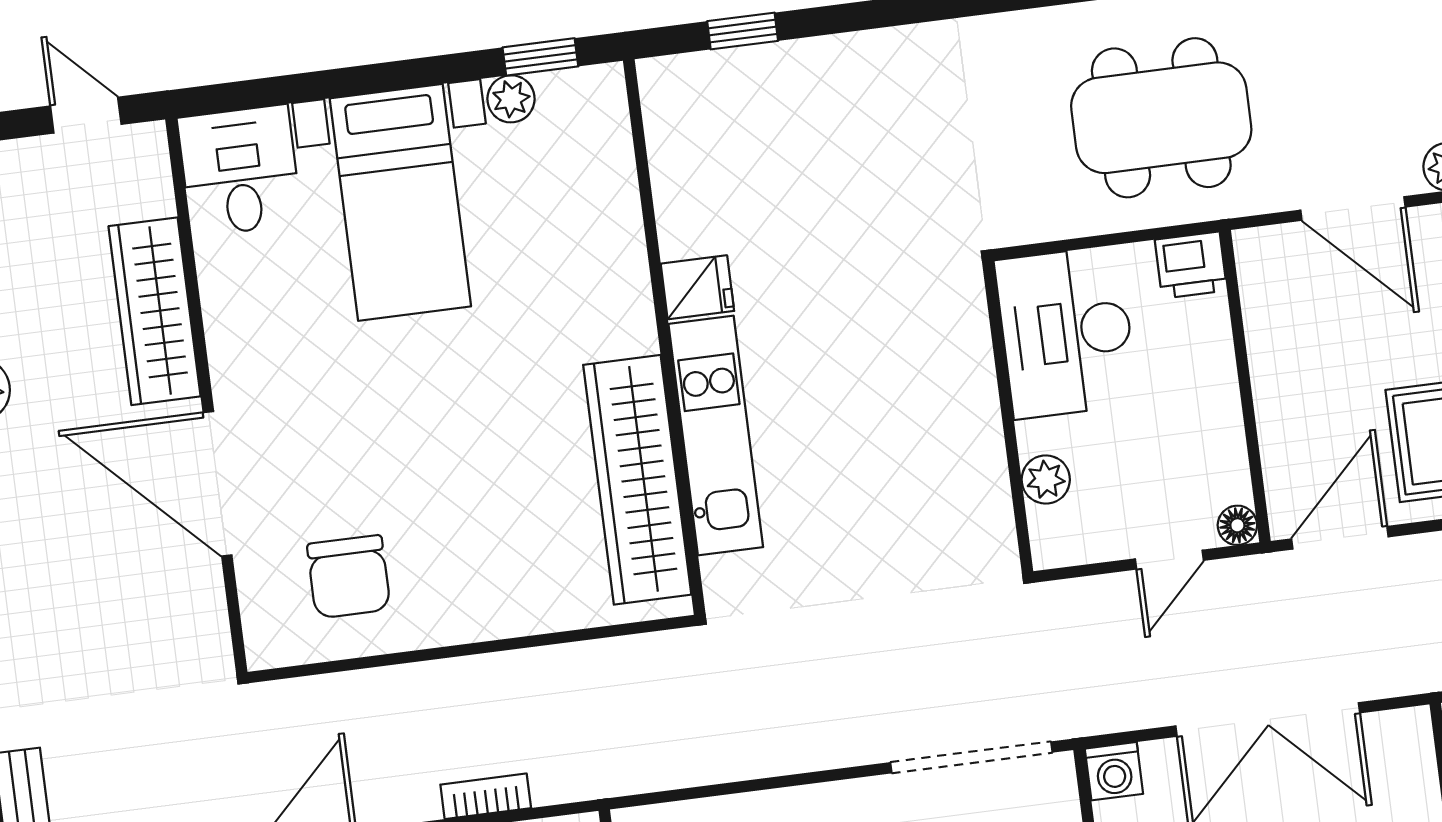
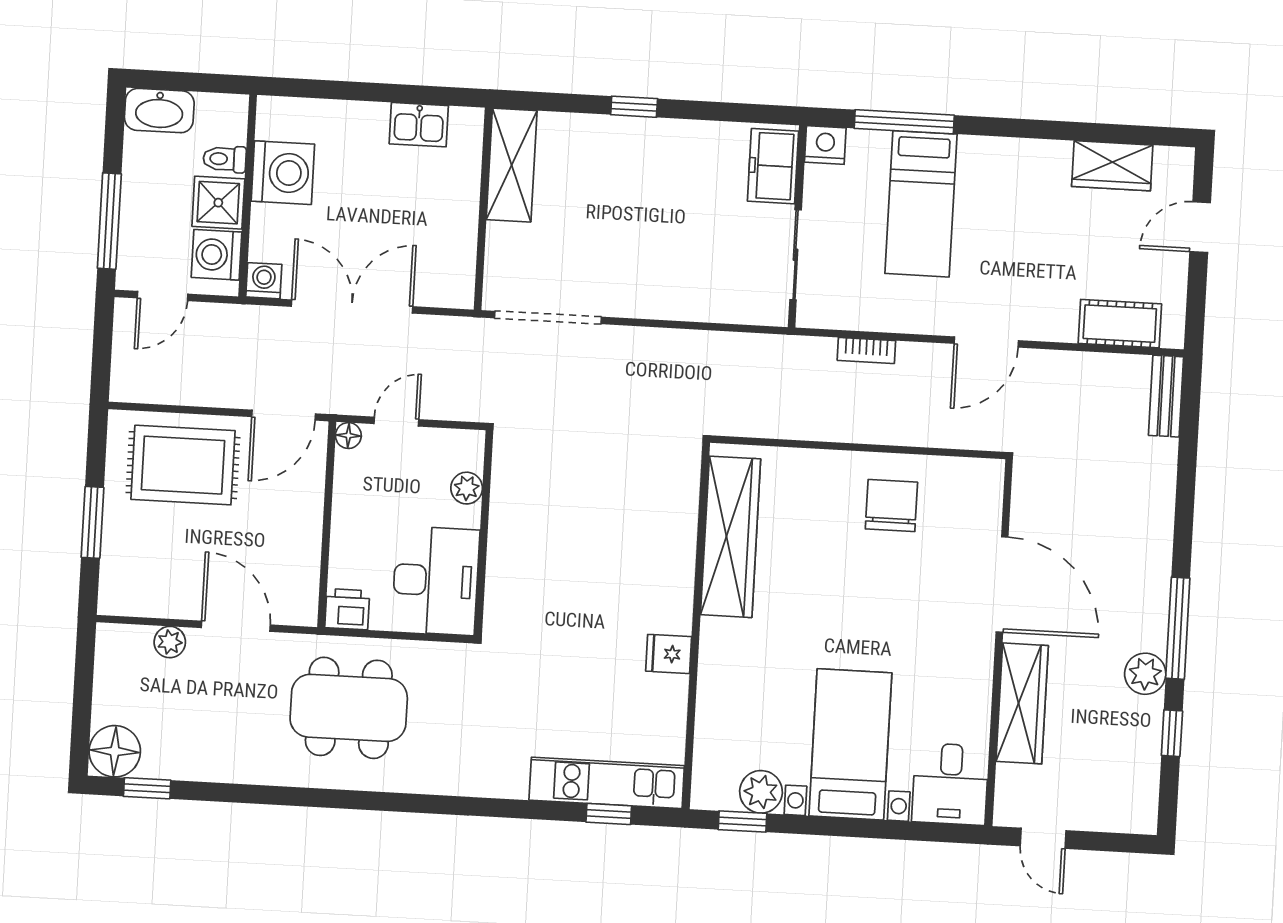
plant: (511, 99) -> (761, 792), width x1.38, depth x1.38
kitchen unit: (716, 435) -> (607, 783), moved, turned 90
chair: (349, 577) -> (891, 506), moved
washing machine: (1114, 771) -> (264, 281), moved

